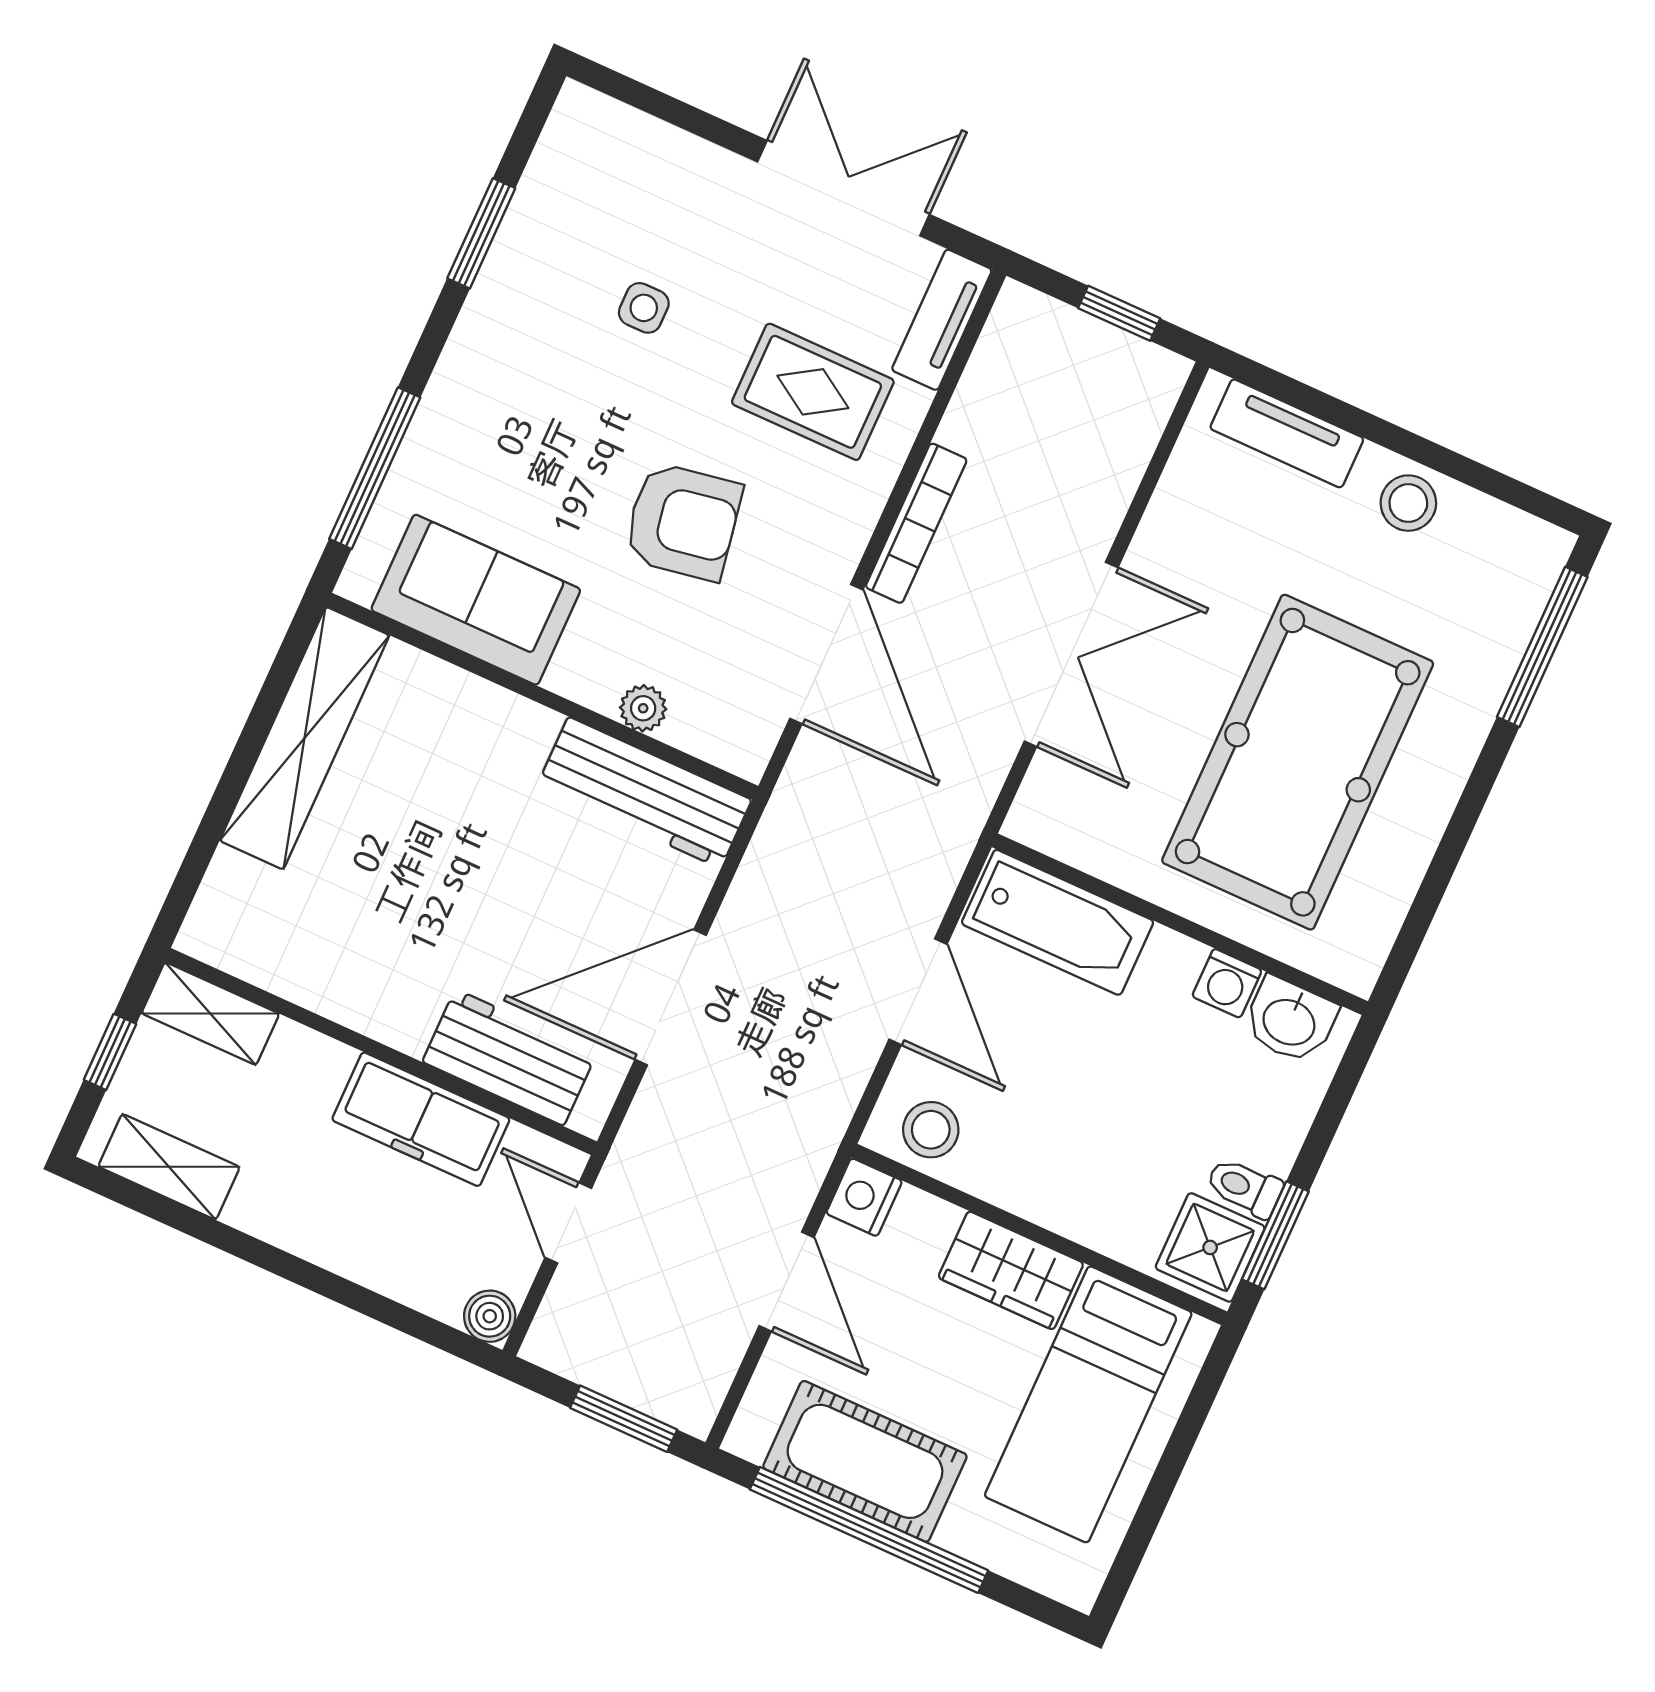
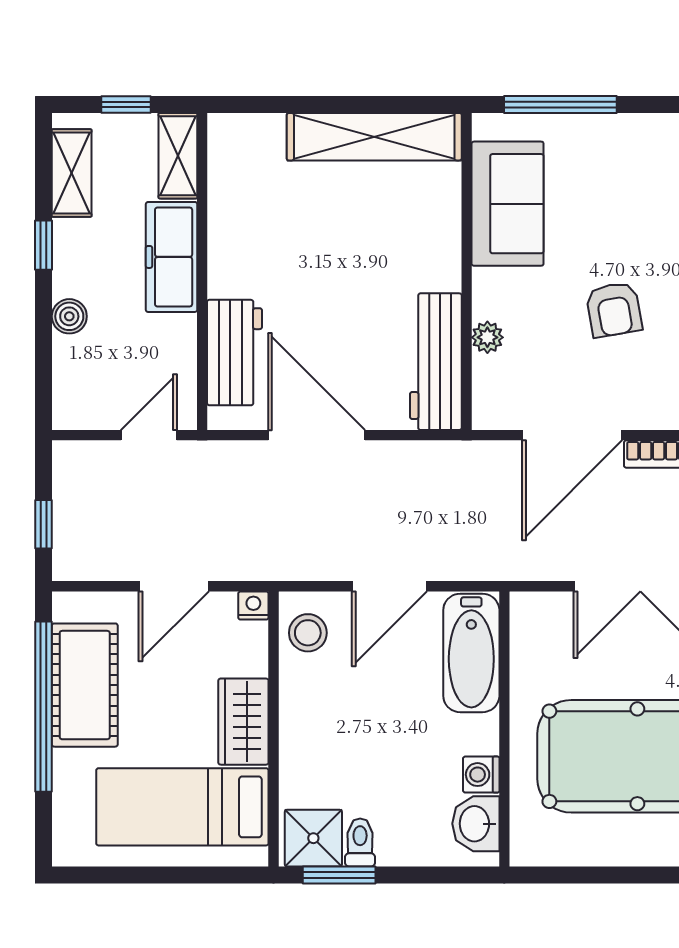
armchair: (683, 521) -> (614, 309), width x0.72, depth x0.72
freezer: (421, 1119) -> (172, 257), moved
nightstand: (864, 1197) -> (253, 606), width x0.72, depth x0.74
window: (249, 1249) -> (44, 245), added
boiler: (490, 1316) -> (69, 316), moved
window: (624, 1419) -> (44, 524), width x0.67

